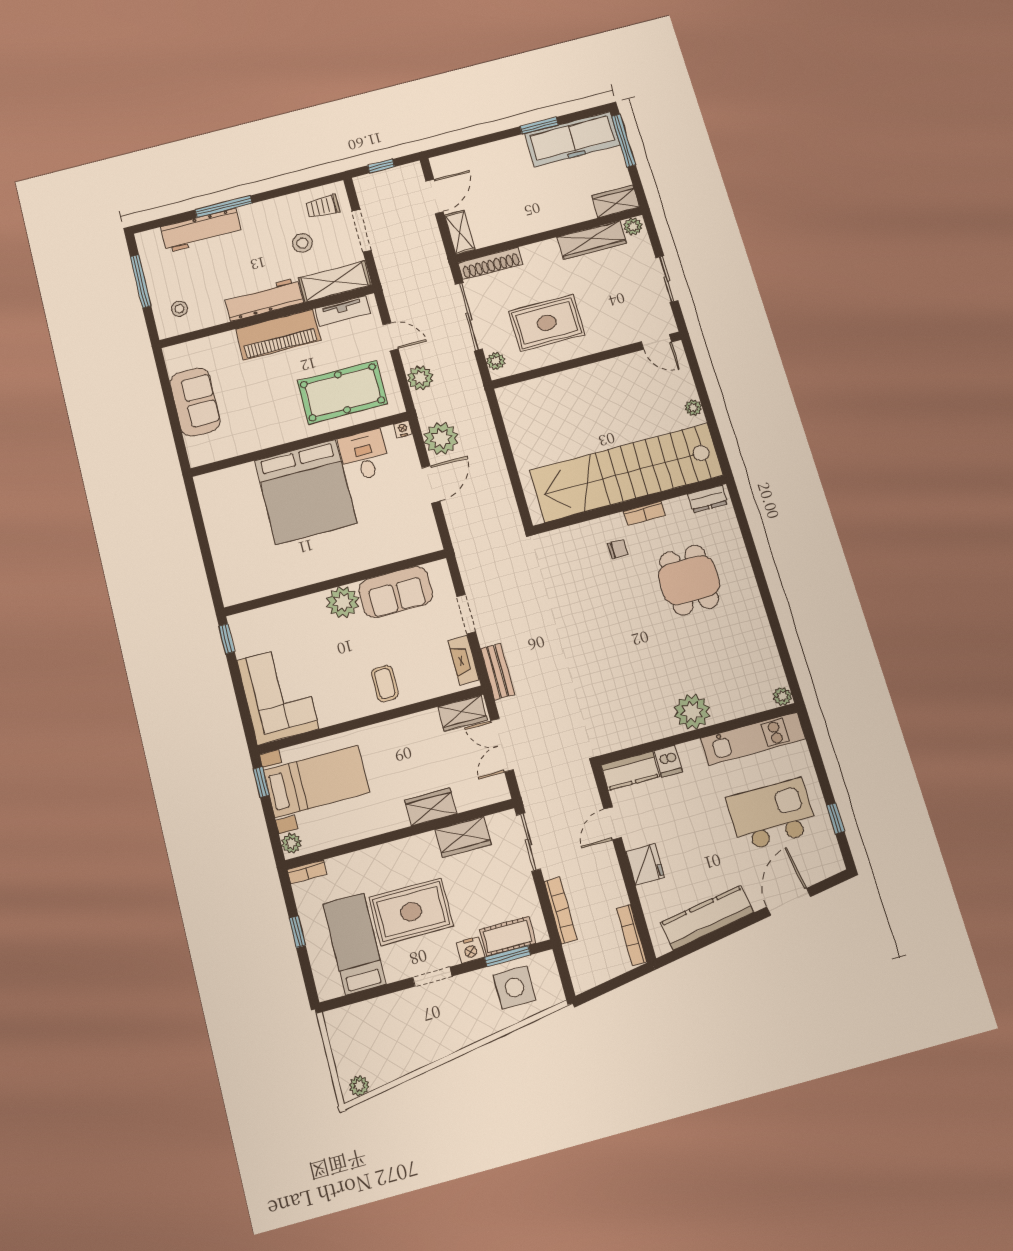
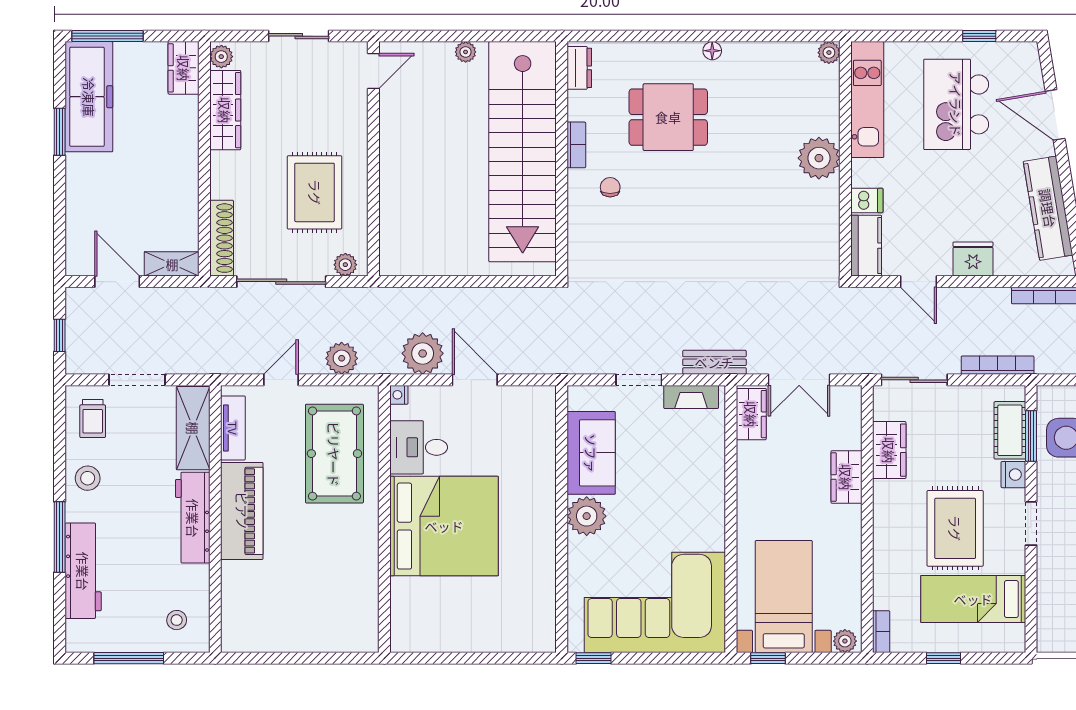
stool: (302, 243) -> (88, 478), moved
sofa: (195, 402) -> (299, 628), removed
floor lamp: (754, 601) -> (712, 51), added
coffee table: (385, 683) -> (694, 492), removed
corner sofa: (278, 695) -> (655, 602), width x1.36, depth x1.36

